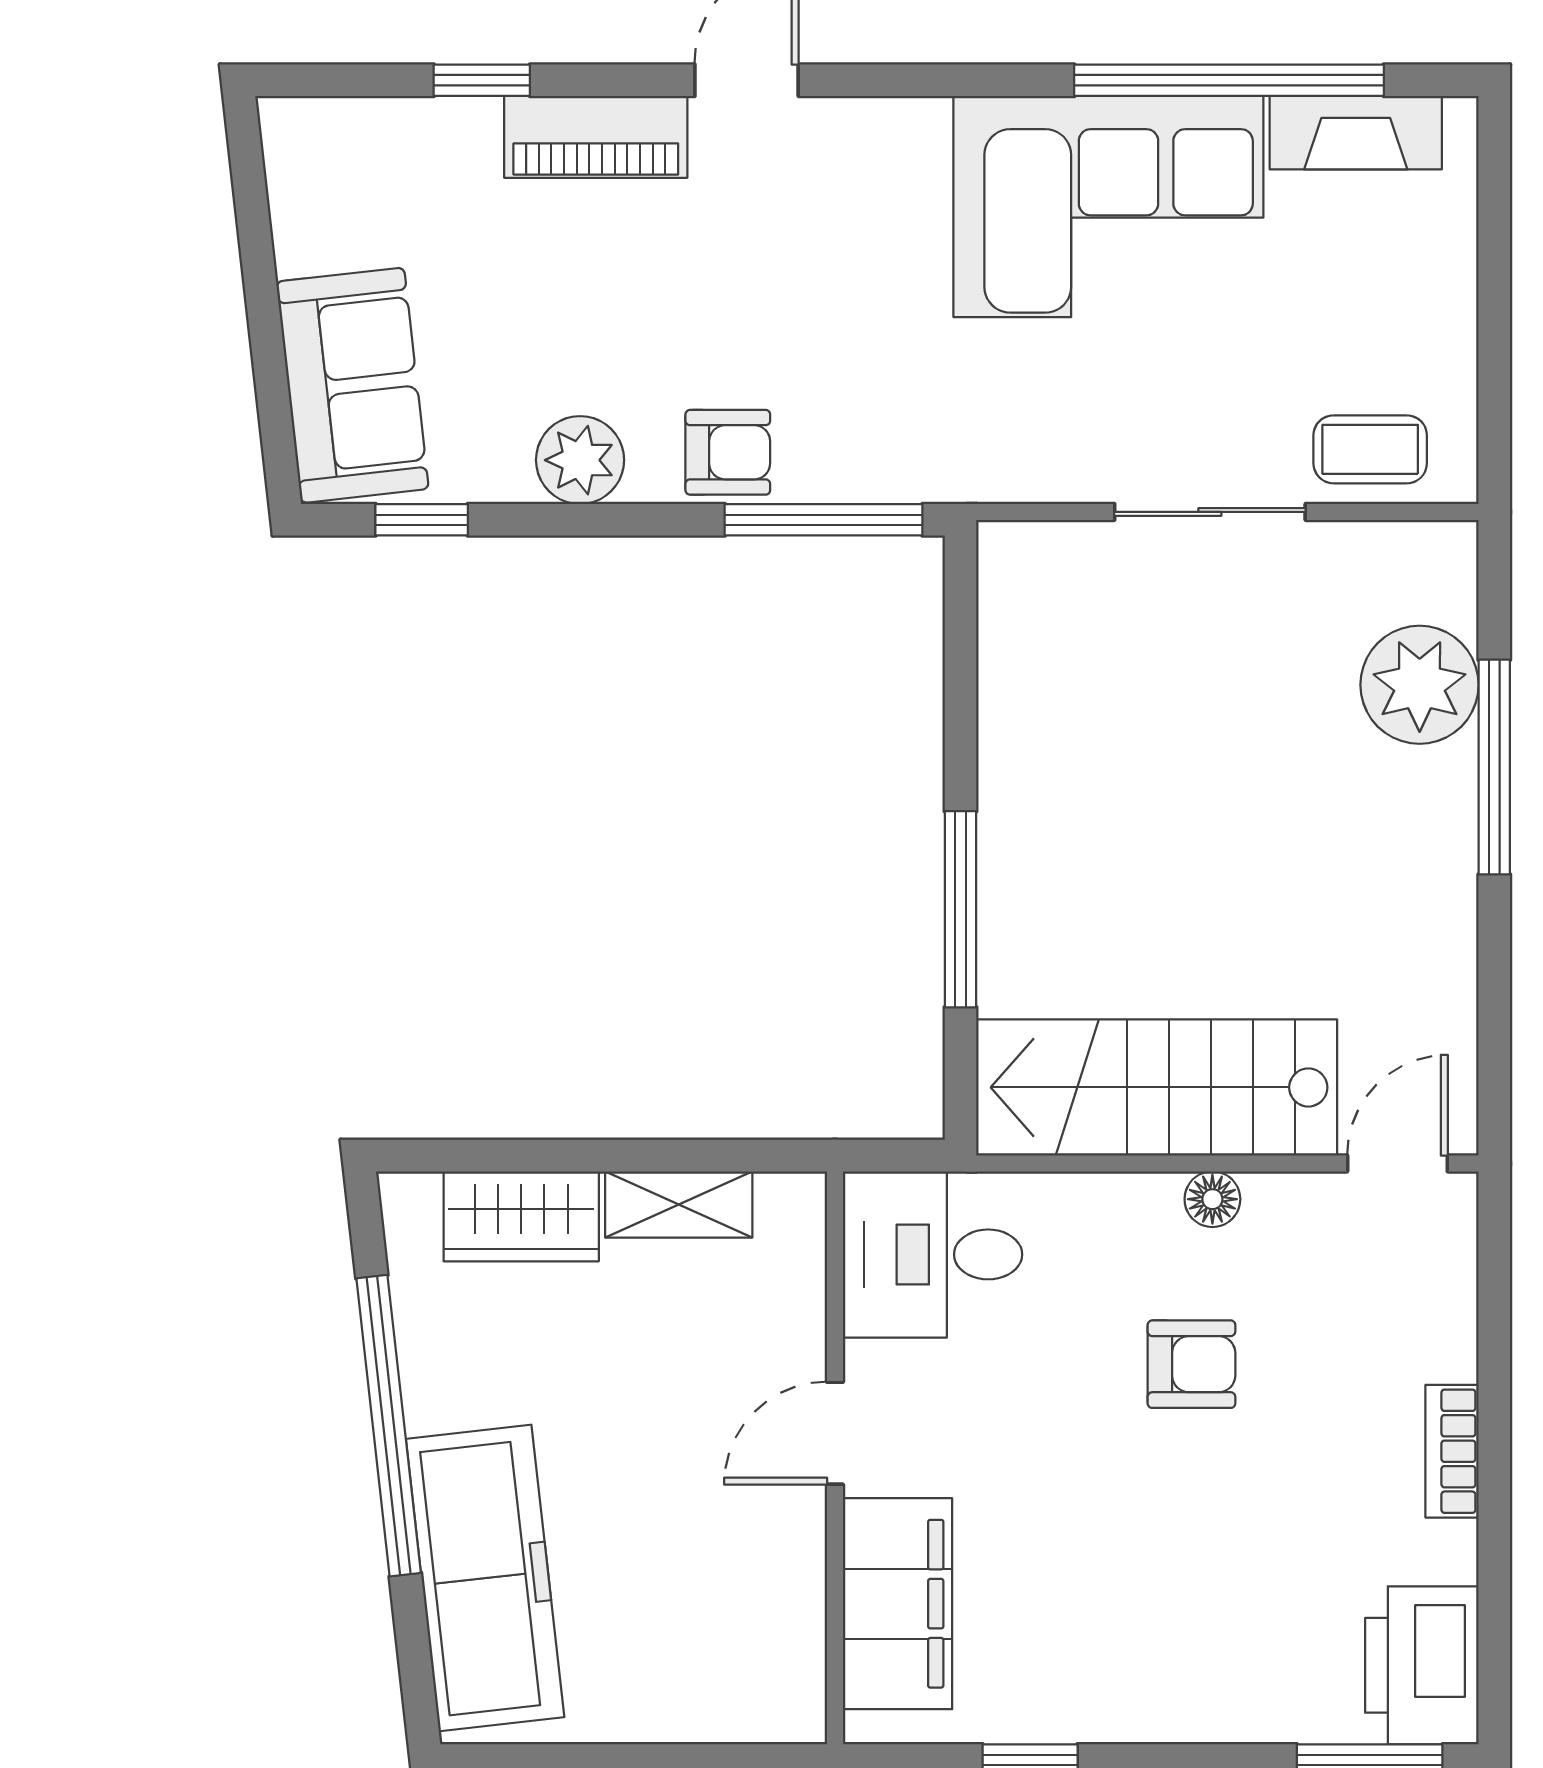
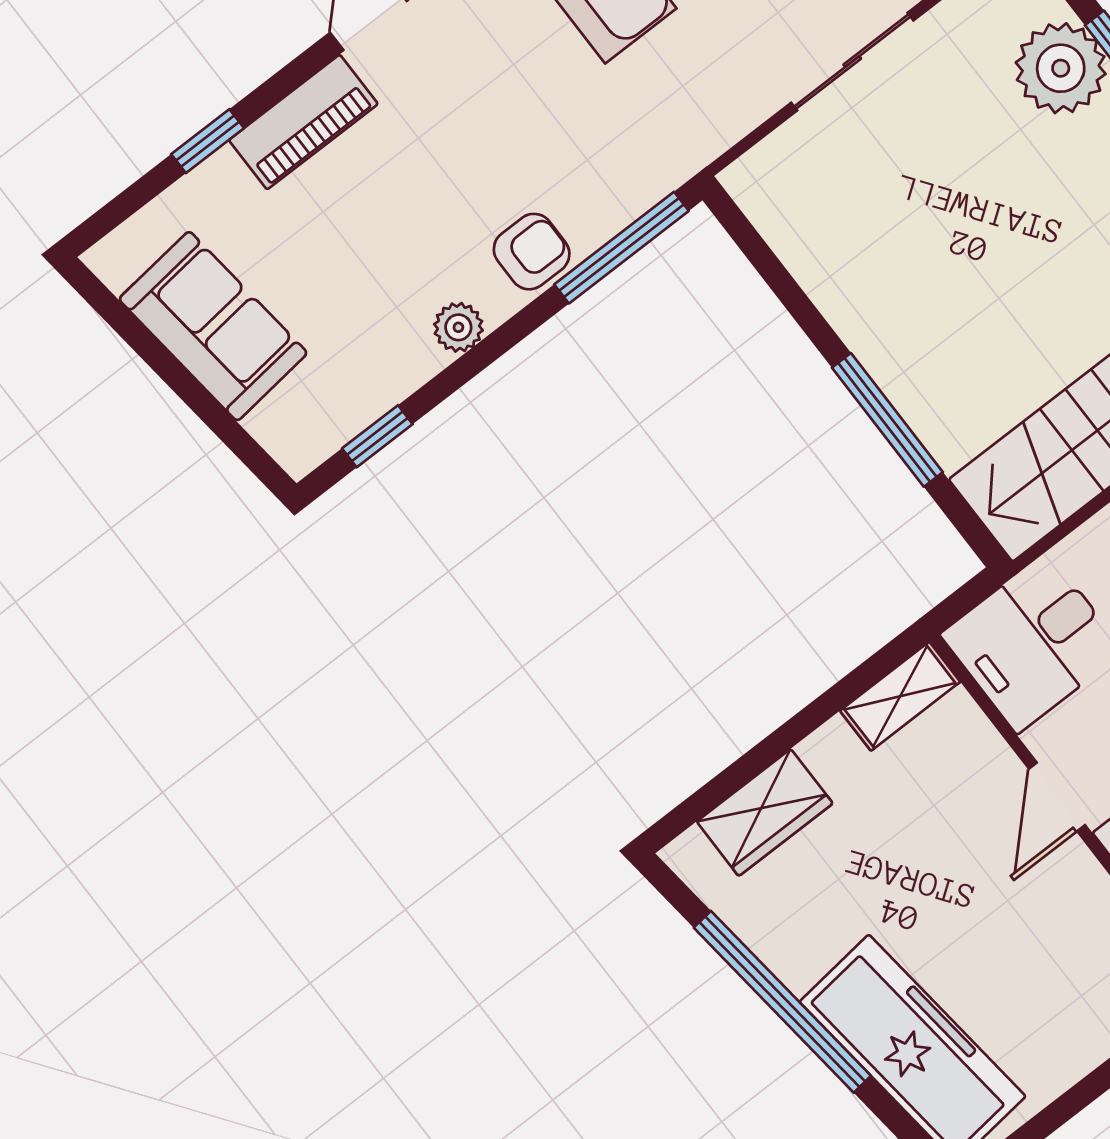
sofa: (352, 385) -> (213, 326), moved
plant: (580, 460) -> (458, 327), width x0.73, depth x0.73
shelving: (679, 1204) -> (900, 696), moved

